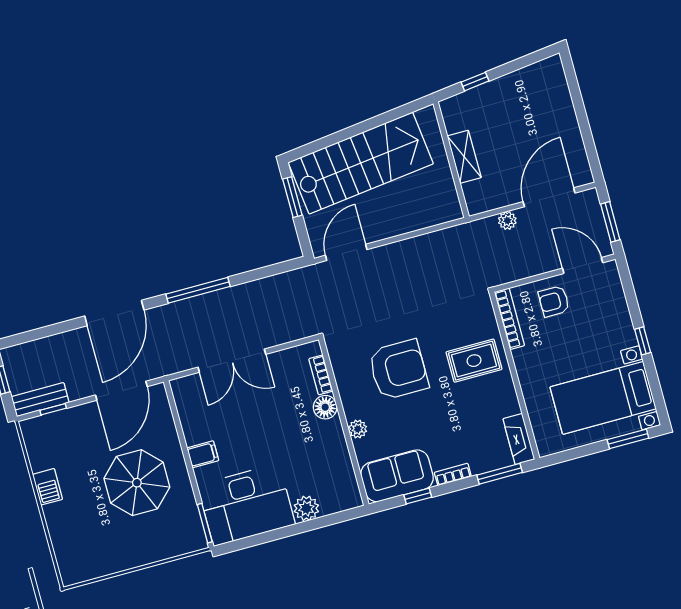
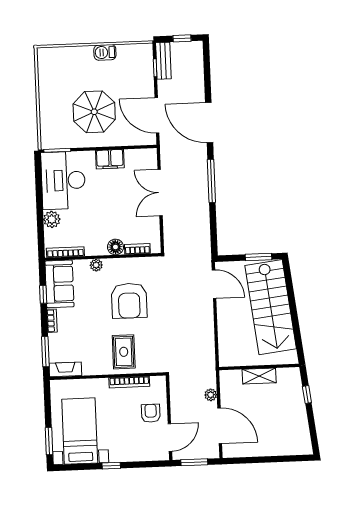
bookcase: (509, 319) -> (129, 382), moved
filing cabinet: (203, 454) -> (110, 159), width x2.00
bookcase: (349, 478) -> (65, 252), added

